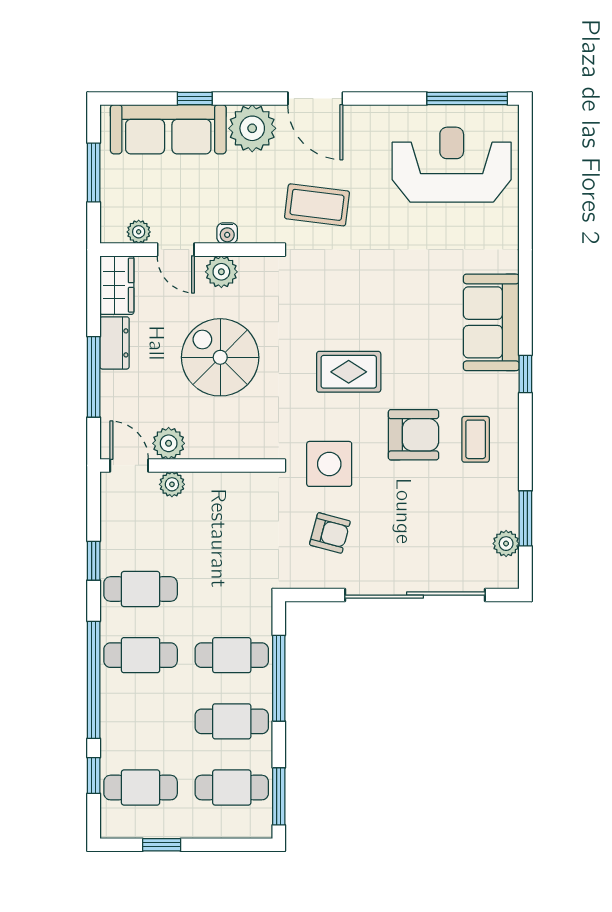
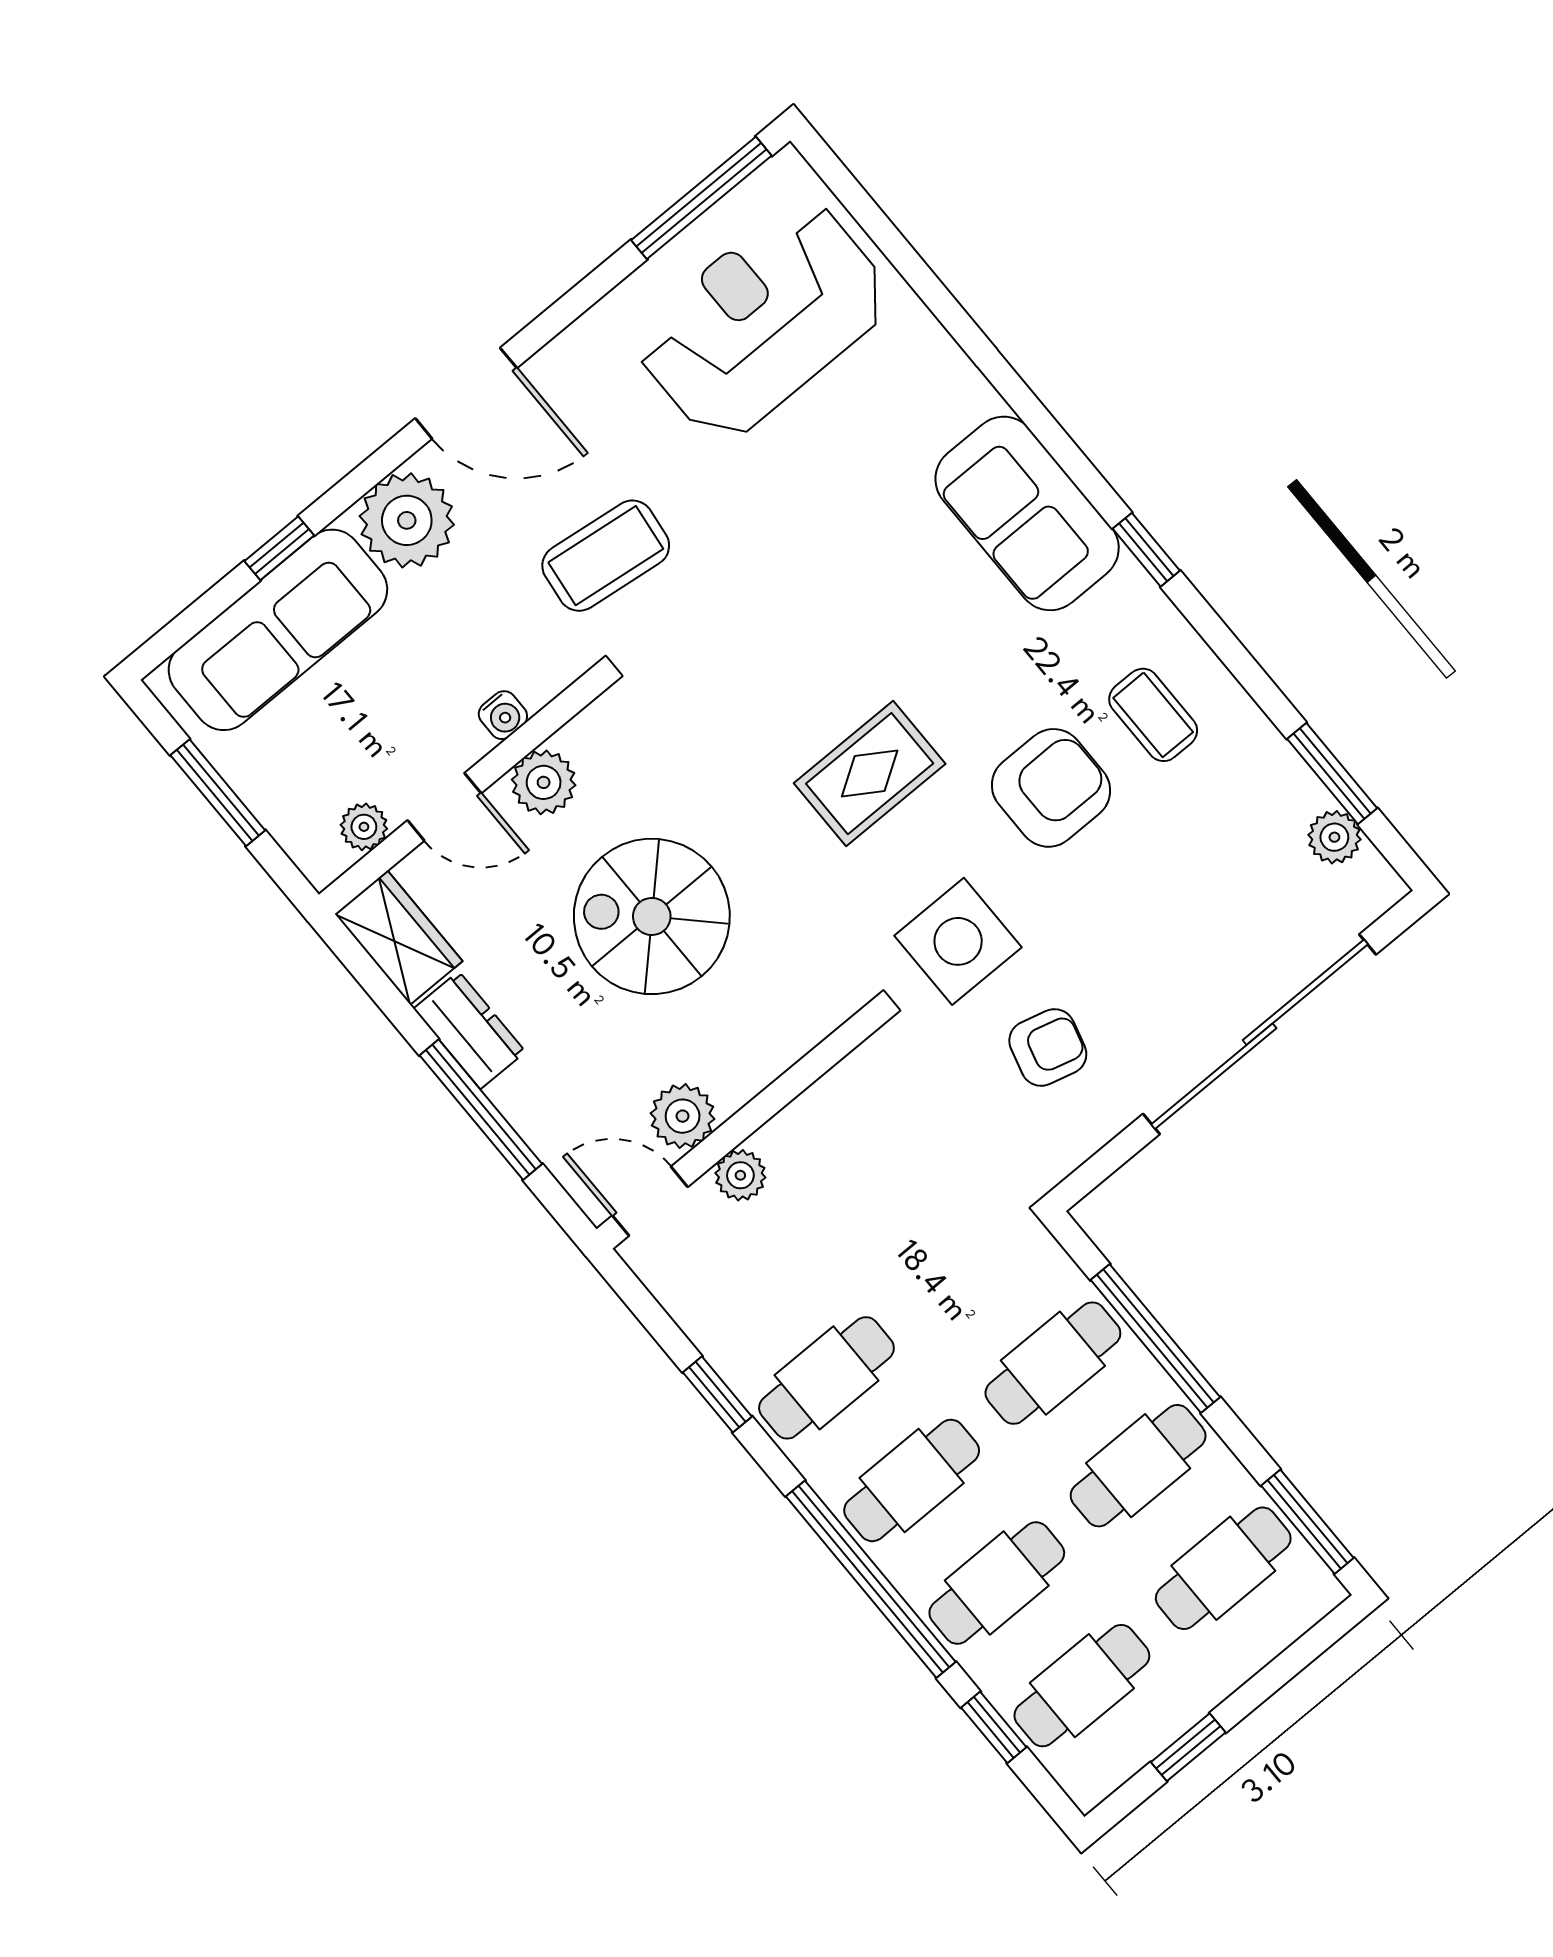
cafe table: (141, 721) -> (997, 1583), added

